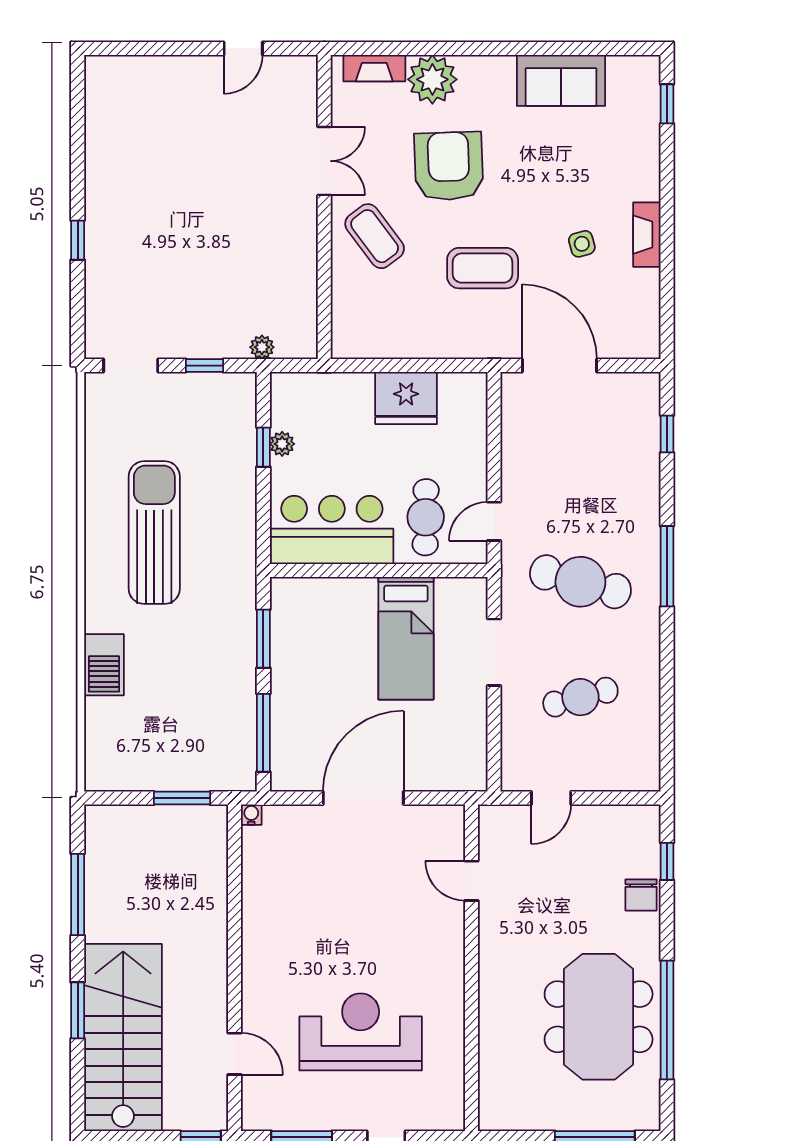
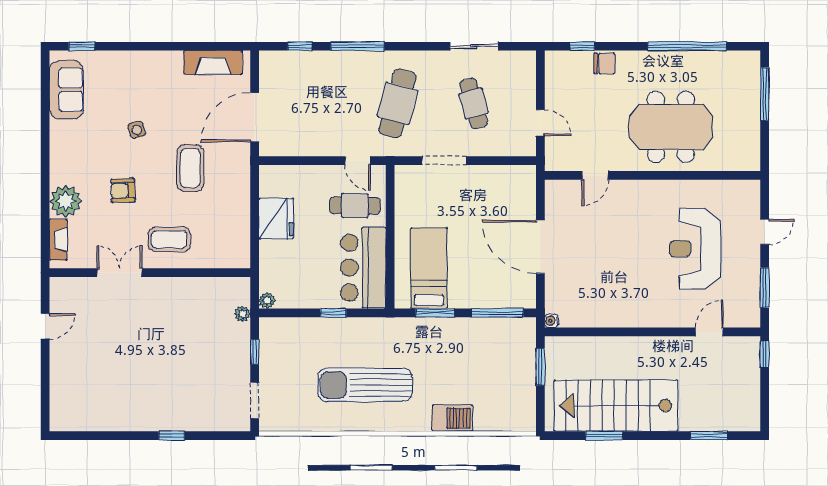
door: (243, 48) -> (45, 326), hinge flipped
sofa: (561, 80) -> (66, 90), moved
armchair: (449, 166) -> (123, 190), width x0.53, depth x0.53
fireplace: (647, 235) -> (213, 62), moved, width x1.37, depth x1.32
coffee table: (375, 236) -> (169, 239), turned 37
side table: (582, 244) -> (137, 130), moved
plant: (282, 444) -> (267, 301), moved
window: (263, 447) -> (333, 313), moved
window: (667, 566) -> (358, 46), moved
bed: (406, 638) -> (429, 268), moved, turned -90
sliding door: (667, 698) -> (474, 46), added
window: (78, 894) -> (604, 436), width x0.69
window: (78, 1010) -> (709, 436), moved
meeting table: (599, 1017) -> (671, 127), moved
stairs: (123, 1037) -> (616, 406), moved

